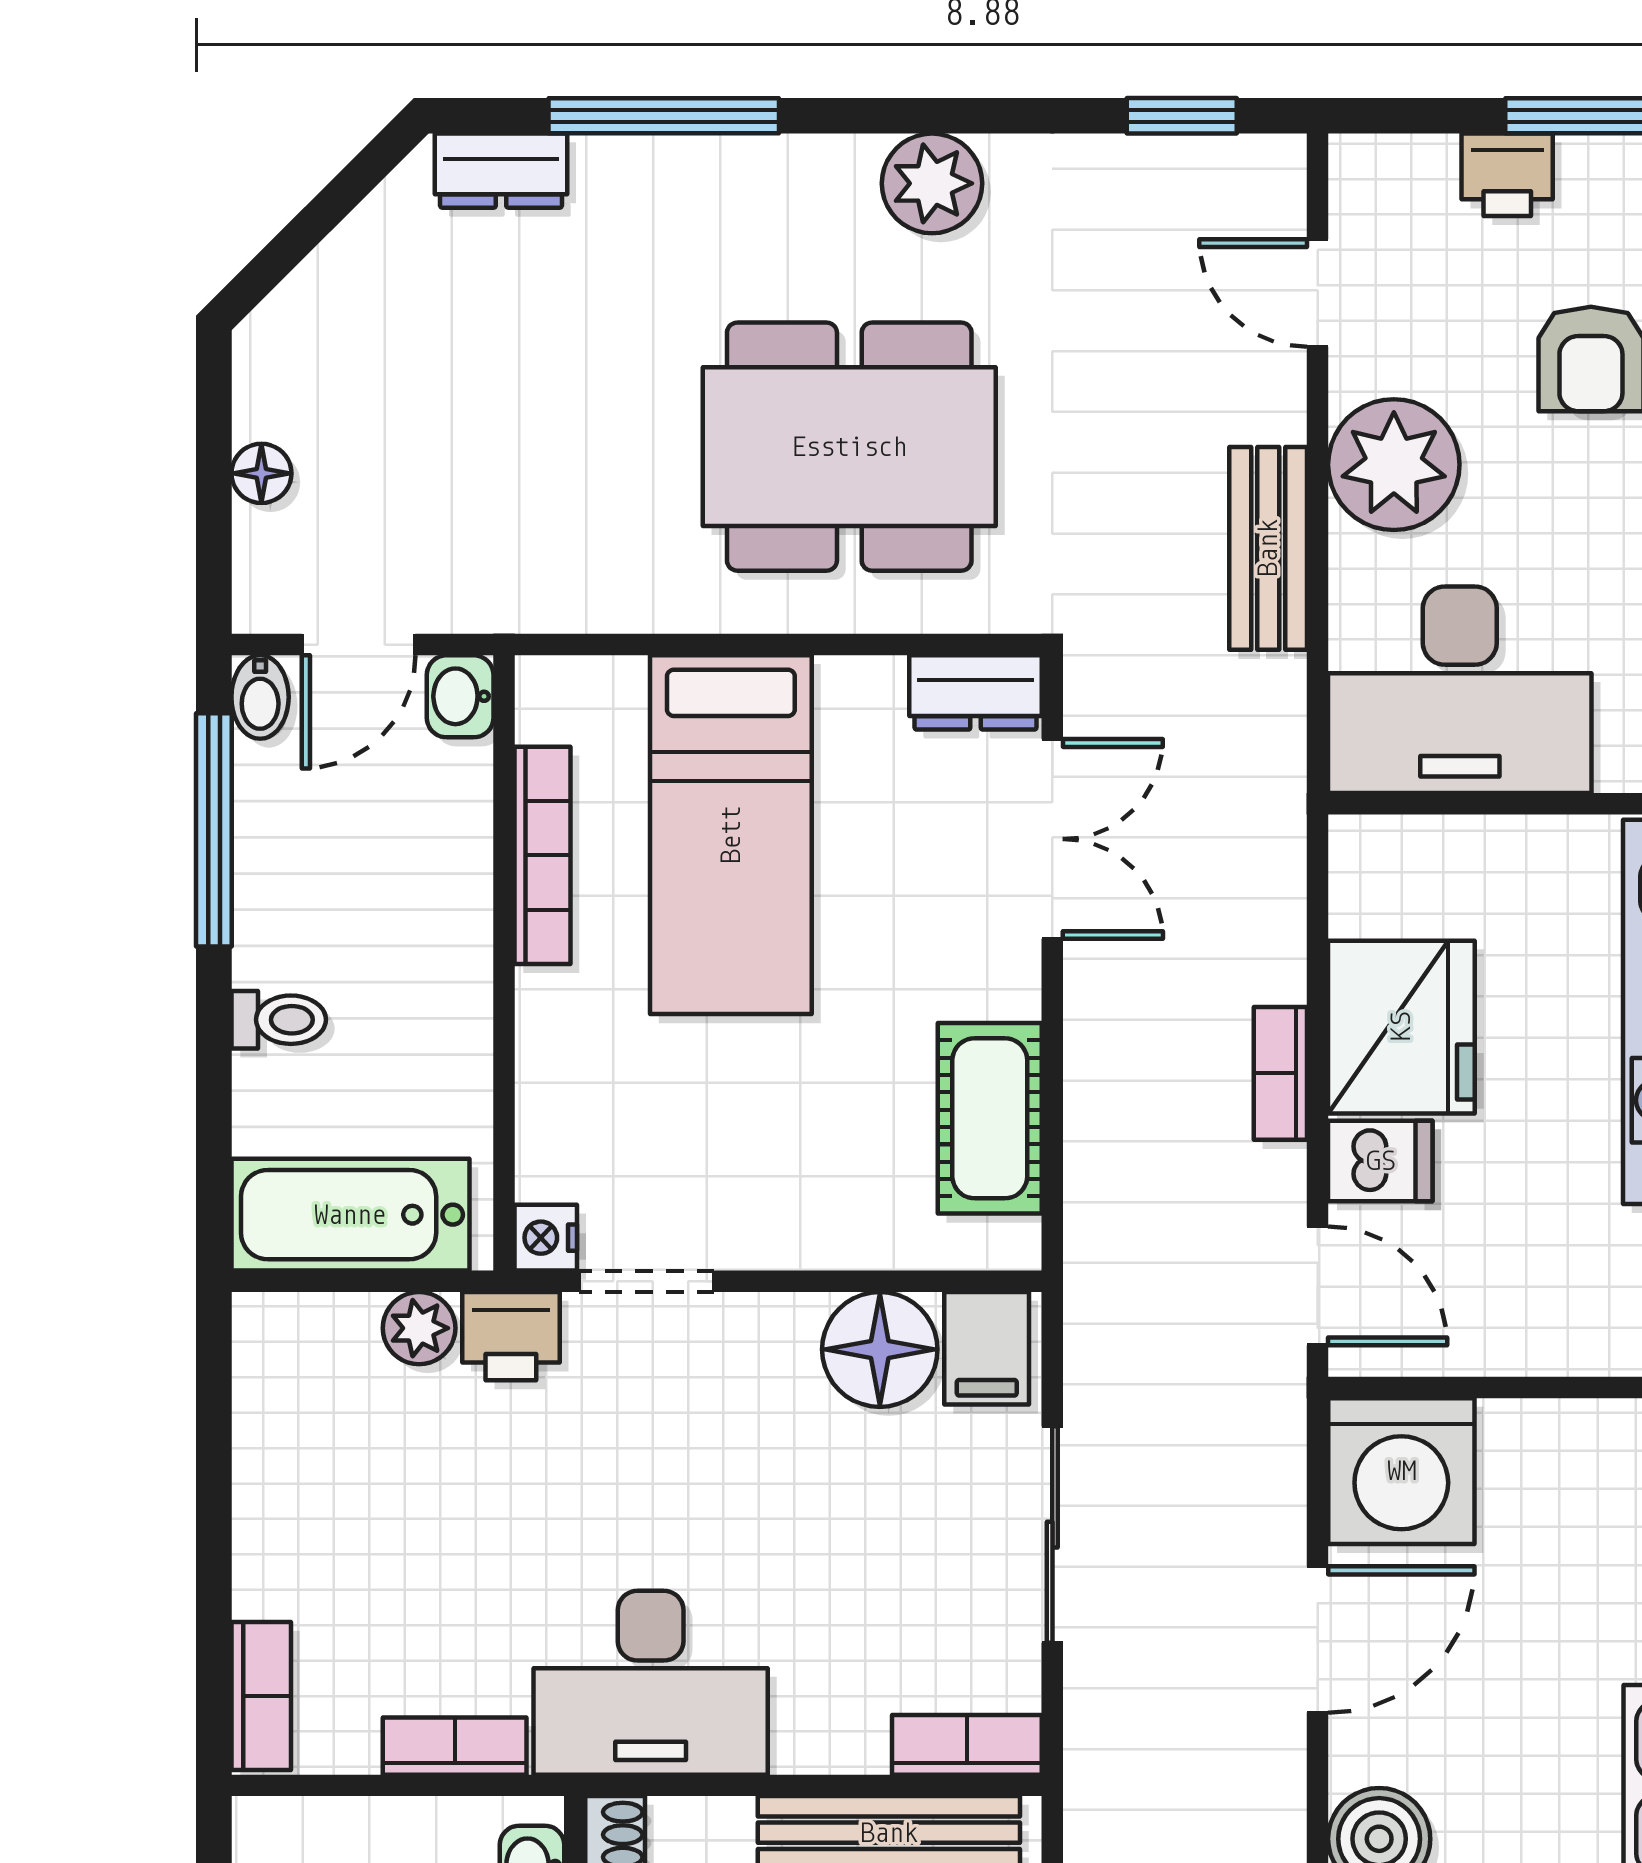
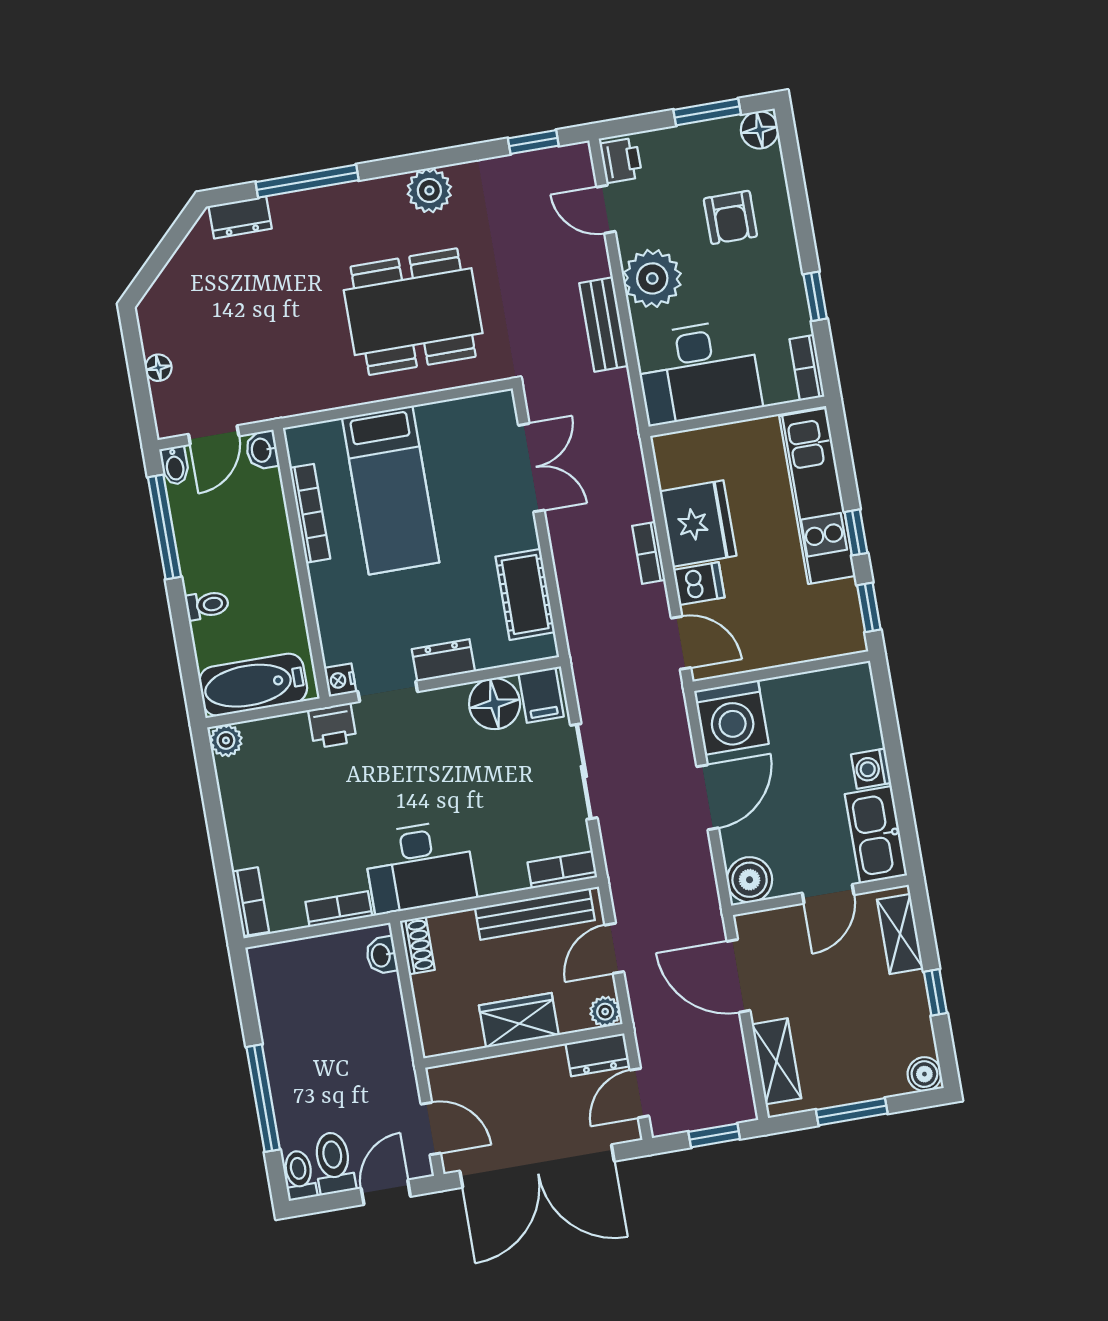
printer: (1507, 175) -> (621, 160), moved, turned -90
dresser: (976, 692) -> (443, 660), moved, turned 180
plant: (419, 1328) -> (226, 740), moved

